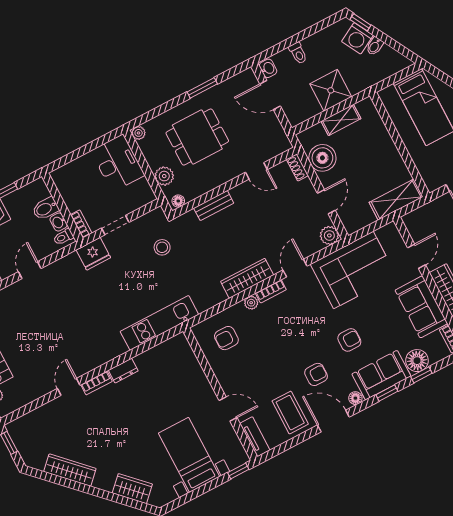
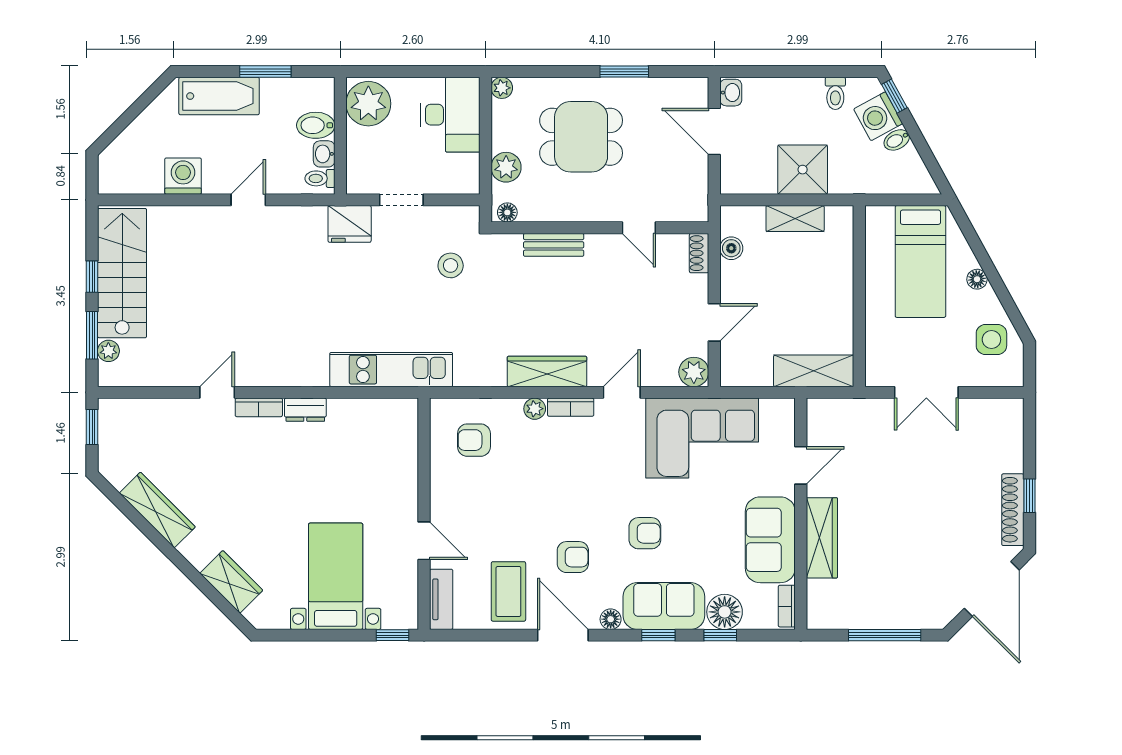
toilet: (298, 53) -> (835, 93), moved
boiler: (322, 158) -> (731, 248), width x0.54, depth x0.54
plant: (69, 181) -> (368, 104), added
bookcase: (81, 224) -> (354, 173), removed

